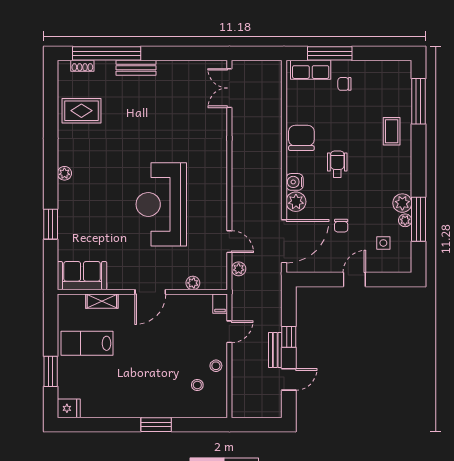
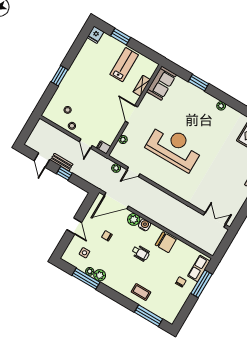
door: (284, 241) -> (116, 201), hinge flipped

